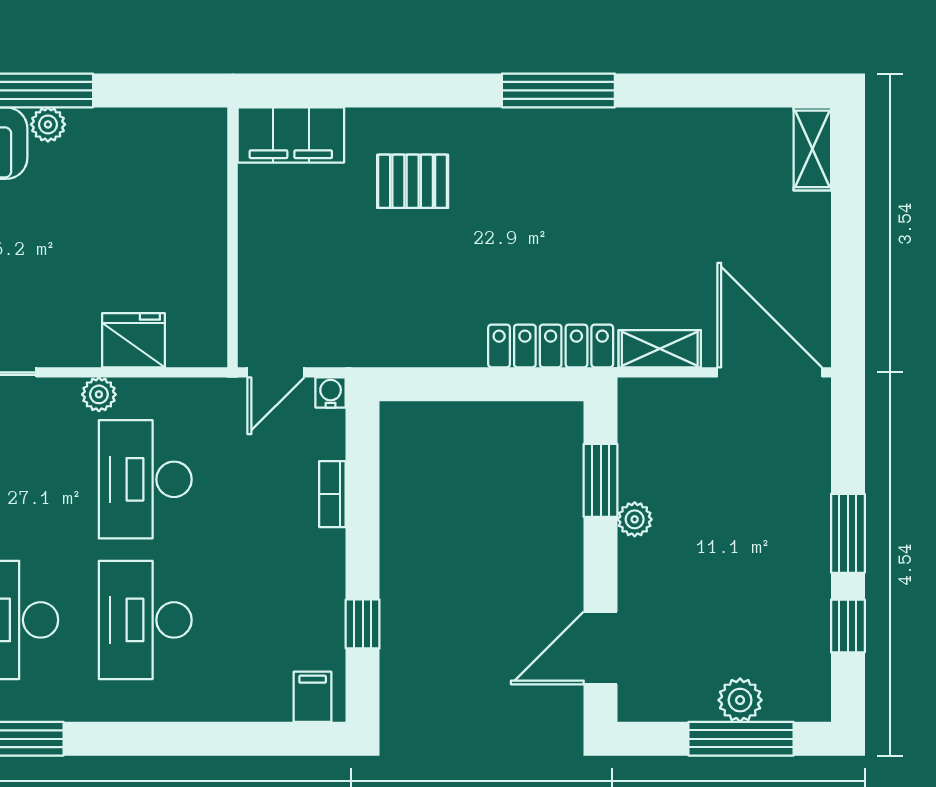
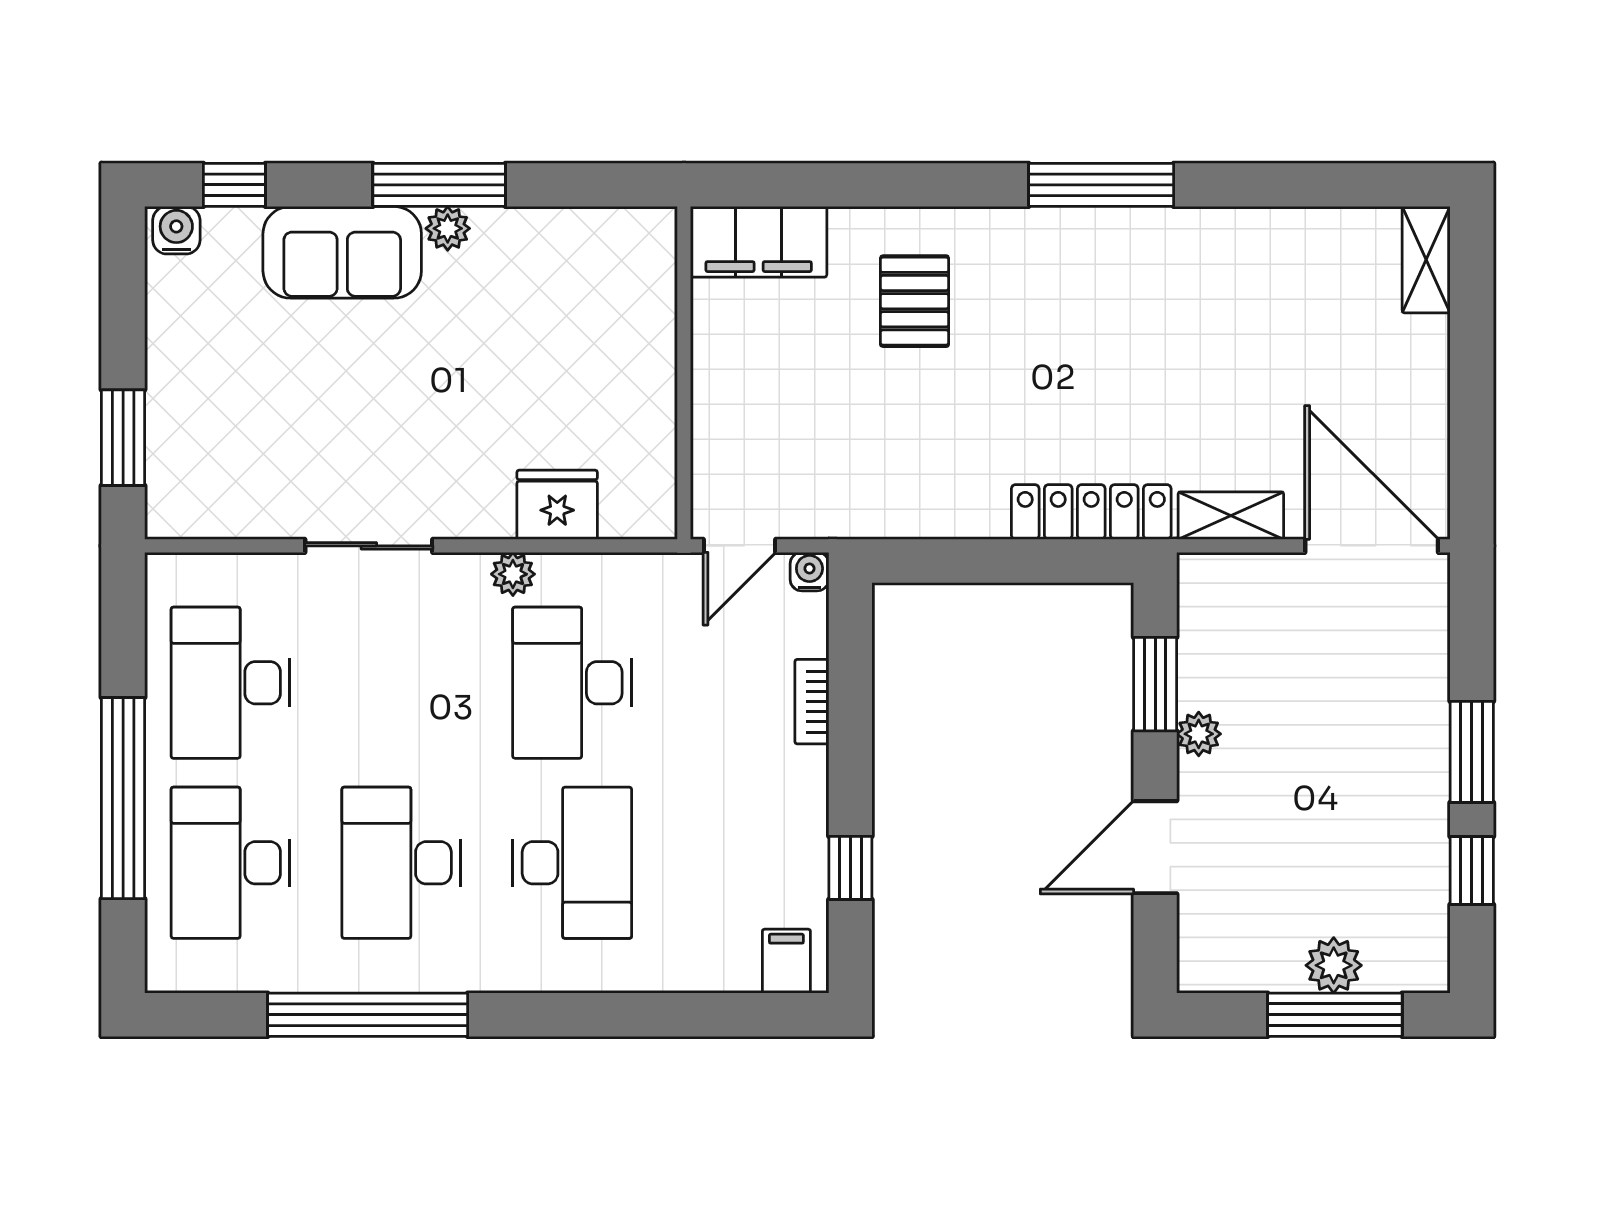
pallet: (413, 181) -> (915, 301), turned 90
desk: (145, 620) -> (572, 863), turned 180
door: (601, 648) -> (1155, 847), moved

